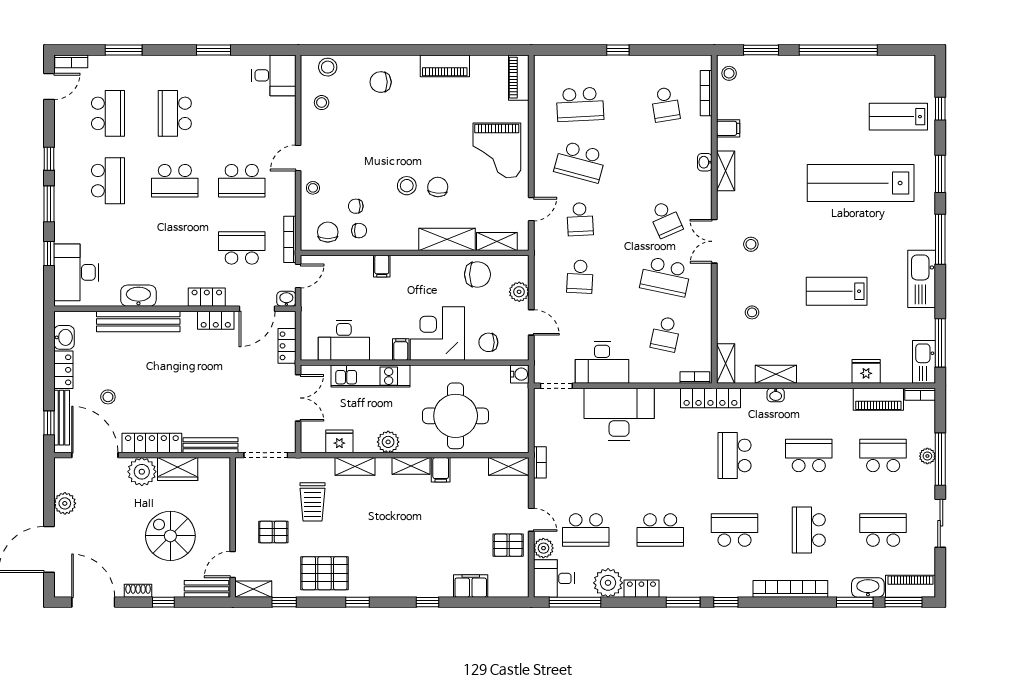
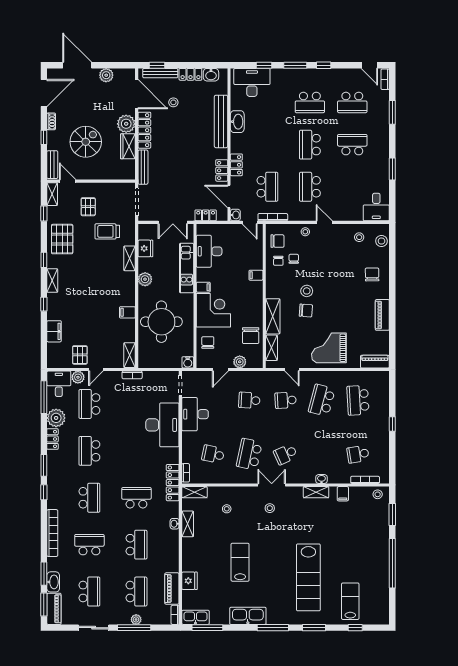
lab bench: (861, 183) -> (308, 577), turned 180
door: (95, 455) -> (137, 94), hinge flipped
shelving: (411, 466) -> (52, 281), moved

